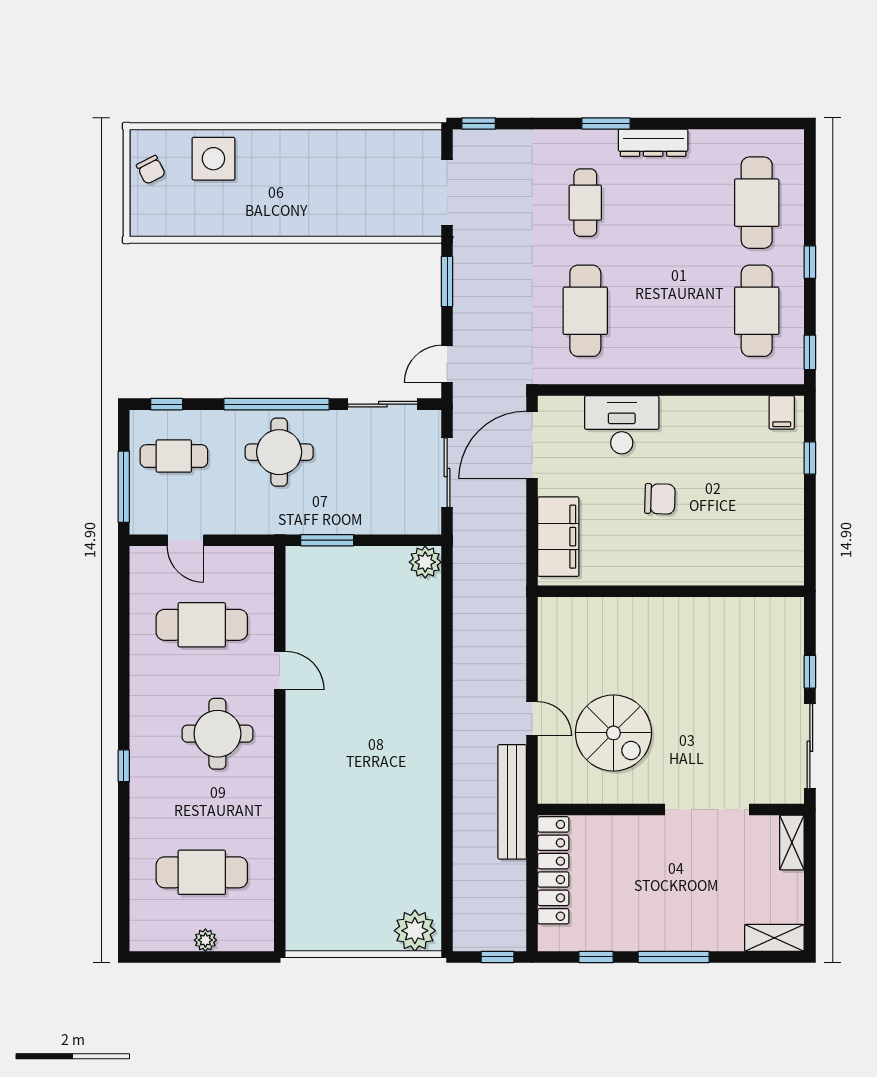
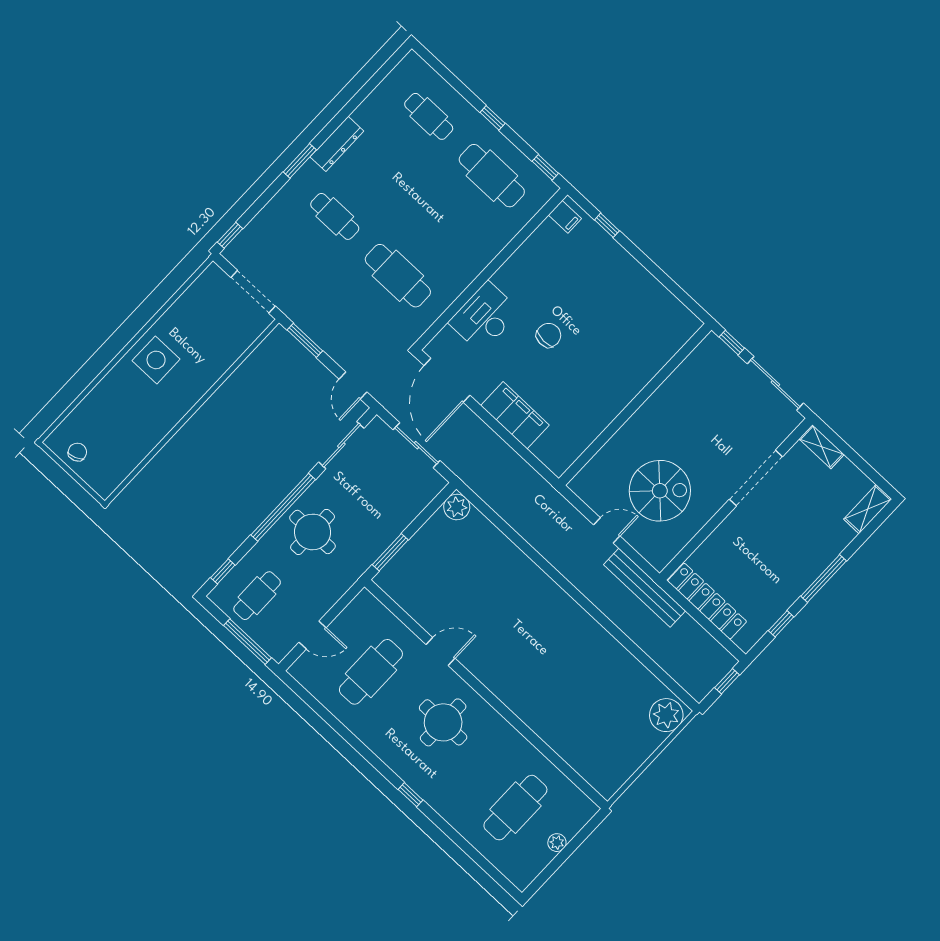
side table: (213, 159) -> (156, 360), moved
chair: (151, 170) -> (77, 452), turned -84
cafe table: (757, 203) -> (429, 116), width x0.73, depth x0.74
wall: (671, 591) -> (635, 404), moved

